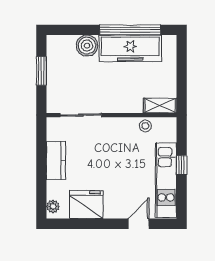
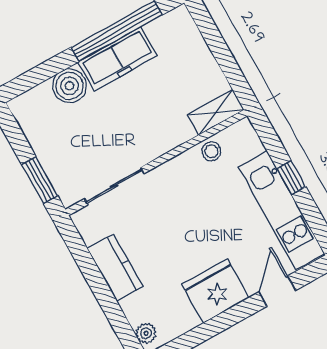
freezer: (130, 48) -> (117, 59), width x0.73, depth x0.79
window: (41, 71) -> (40, 180), moved
fridge: (86, 205) -> (215, 291), moved

